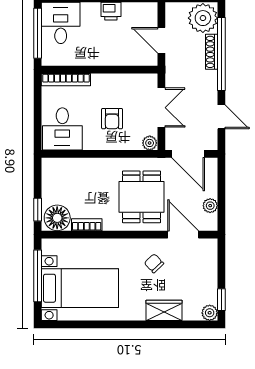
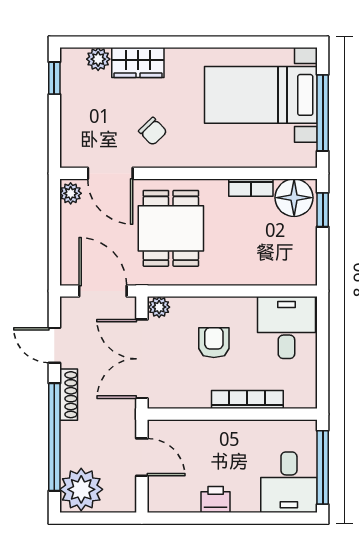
shoe rack: (212, 52) -> (69, 395), moved
bookcase: (66, 80) -> (247, 400), moved
double door: (161, 108) -> (142, 359), width x1.37
plant: (210, 206) -> (71, 193), moved
plant: (210, 313) -> (98, 59), moved

